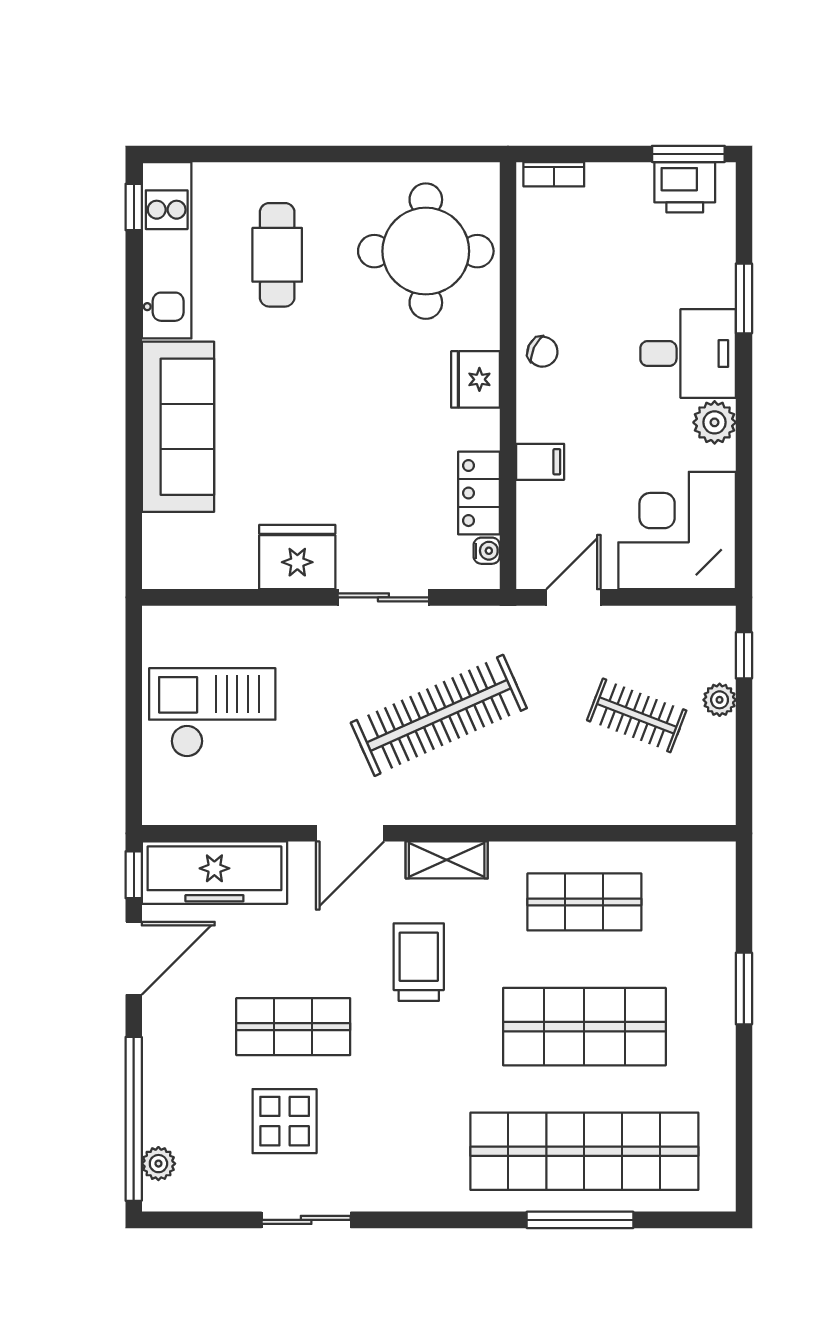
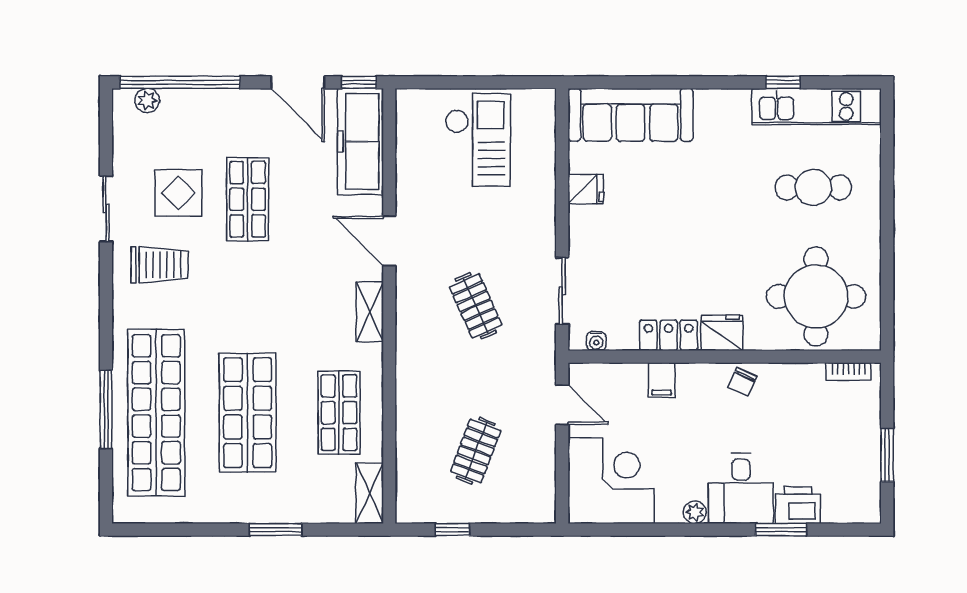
window: (688, 154) -> (887, 455), moved
bookcase: (554, 174) -> (849, 371), moved, turned -90
printer: (685, 187) -> (798, 505), moved, turned 90
window: (134, 207) -> (783, 82), moved
plant: (715, 422) -> (695, 512), width x0.73, depth x0.73
sofa: (178, 427) -> (631, 115), moved
locker: (479, 493) -> (669, 335), moved
fridge: (297, 557) -> (586, 189), width x0.53, depth x0.75
sliding door: (383, 597) -> (562, 291), moved
window: (744, 655) -> (452, 530), moved
plant: (720, 700) -> (487, 512), removed
clothes rail: (439, 715) -> (476, 306), width x0.54, depth x0.76
shelving: (694, 860) -> (370, 493), added
trolley: (419, 962) -> (160, 265), moved

